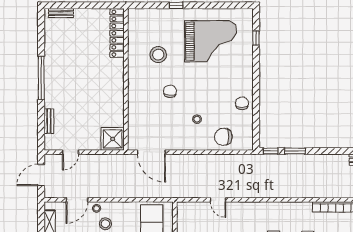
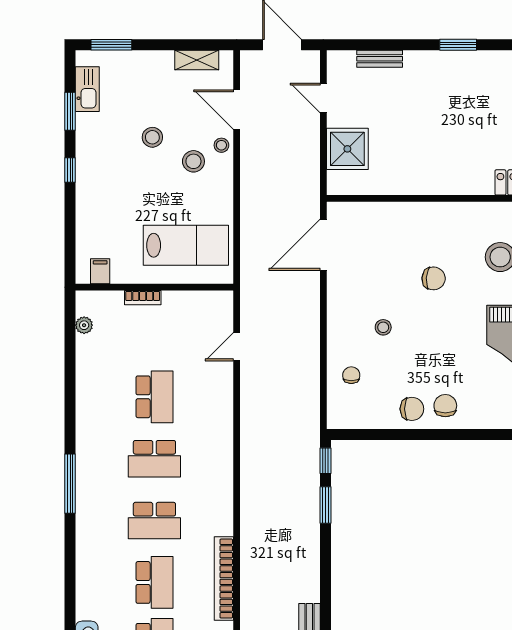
window: (41, 78) -> (458, 45), width x0.47
chair: (240, 85) -> (445, 406), added
chair: (223, 137) -> (351, 375), width x0.54, depth x0.54
shower: (113, 139) -> (347, 149), moved
door: (218, 200) -> (237, 347), moved

